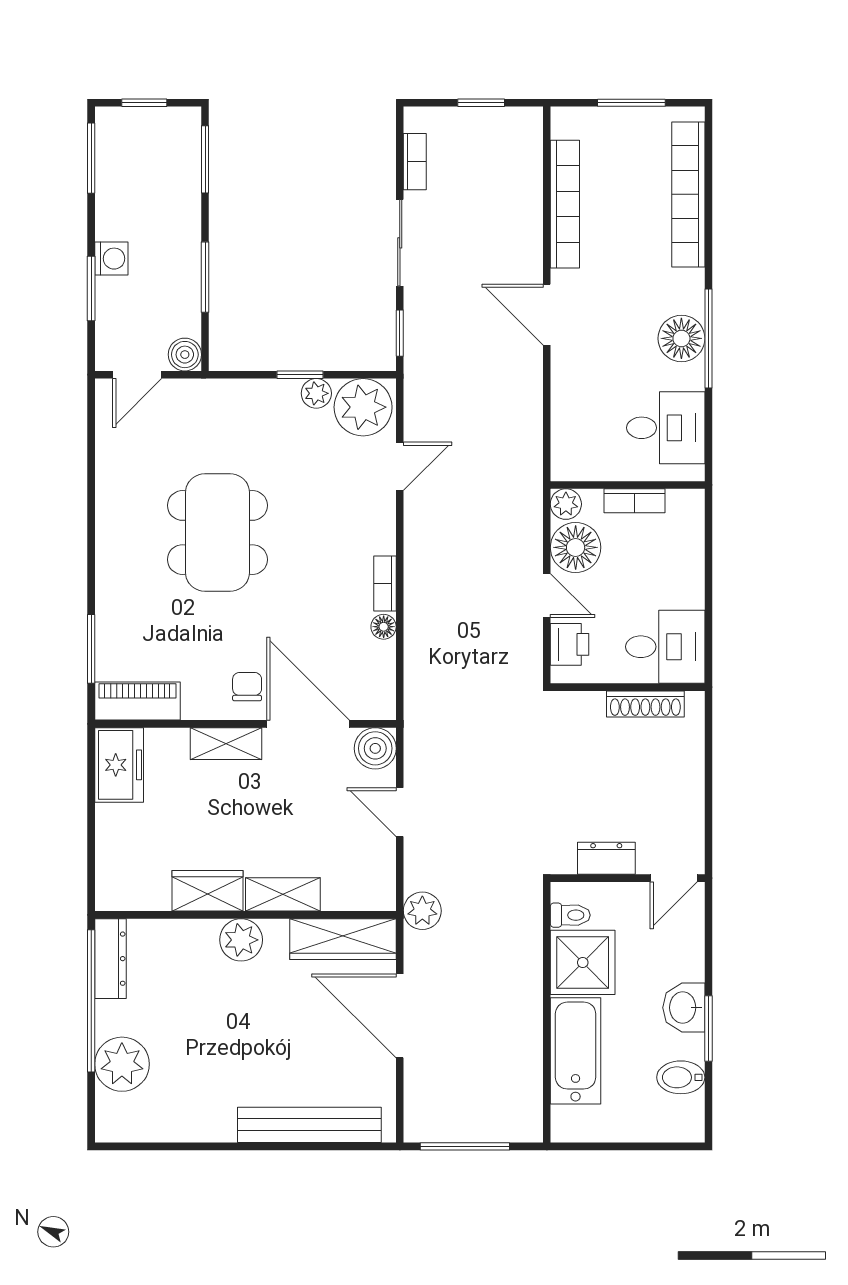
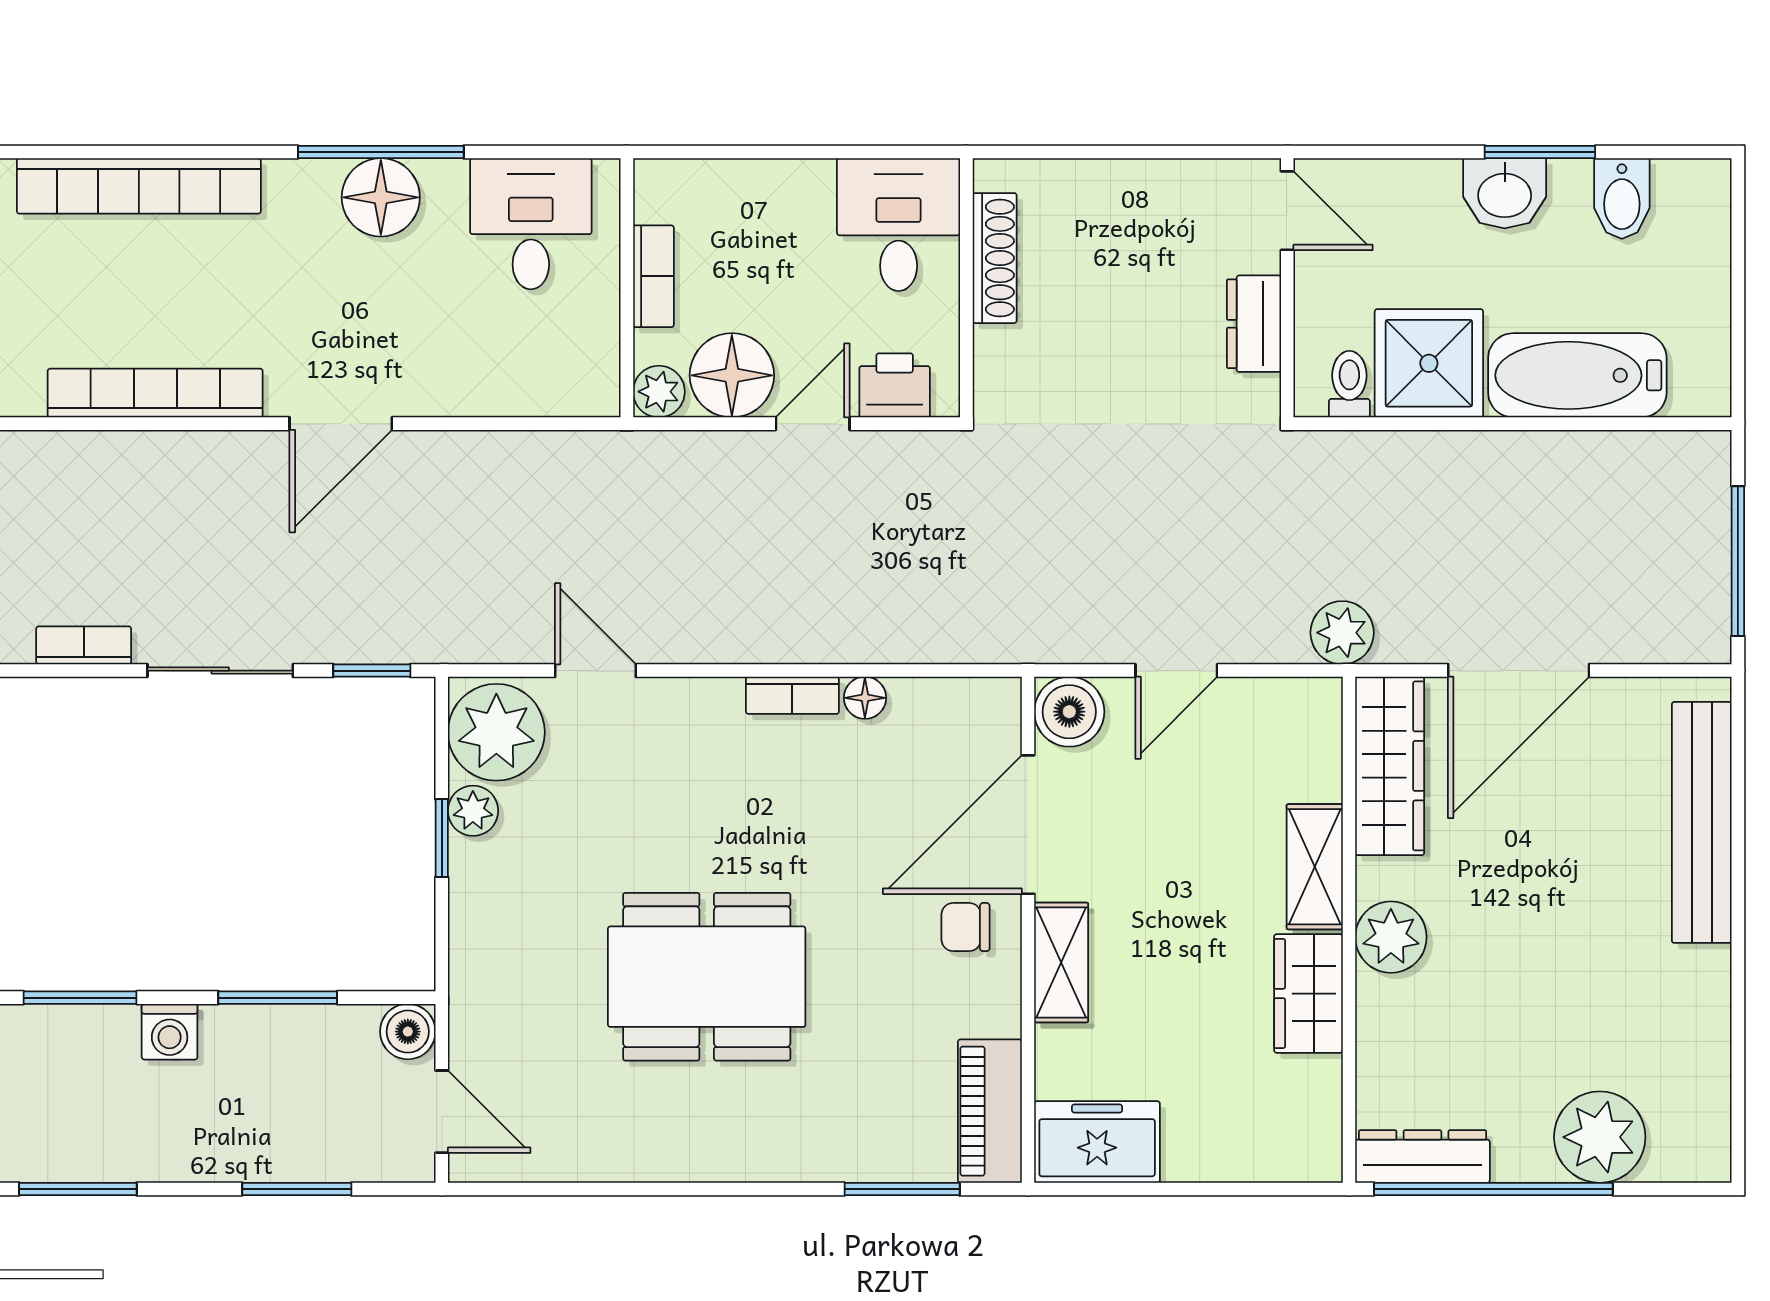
washing machine: (111, 259) -> (170, 1032), moved, turned 180

